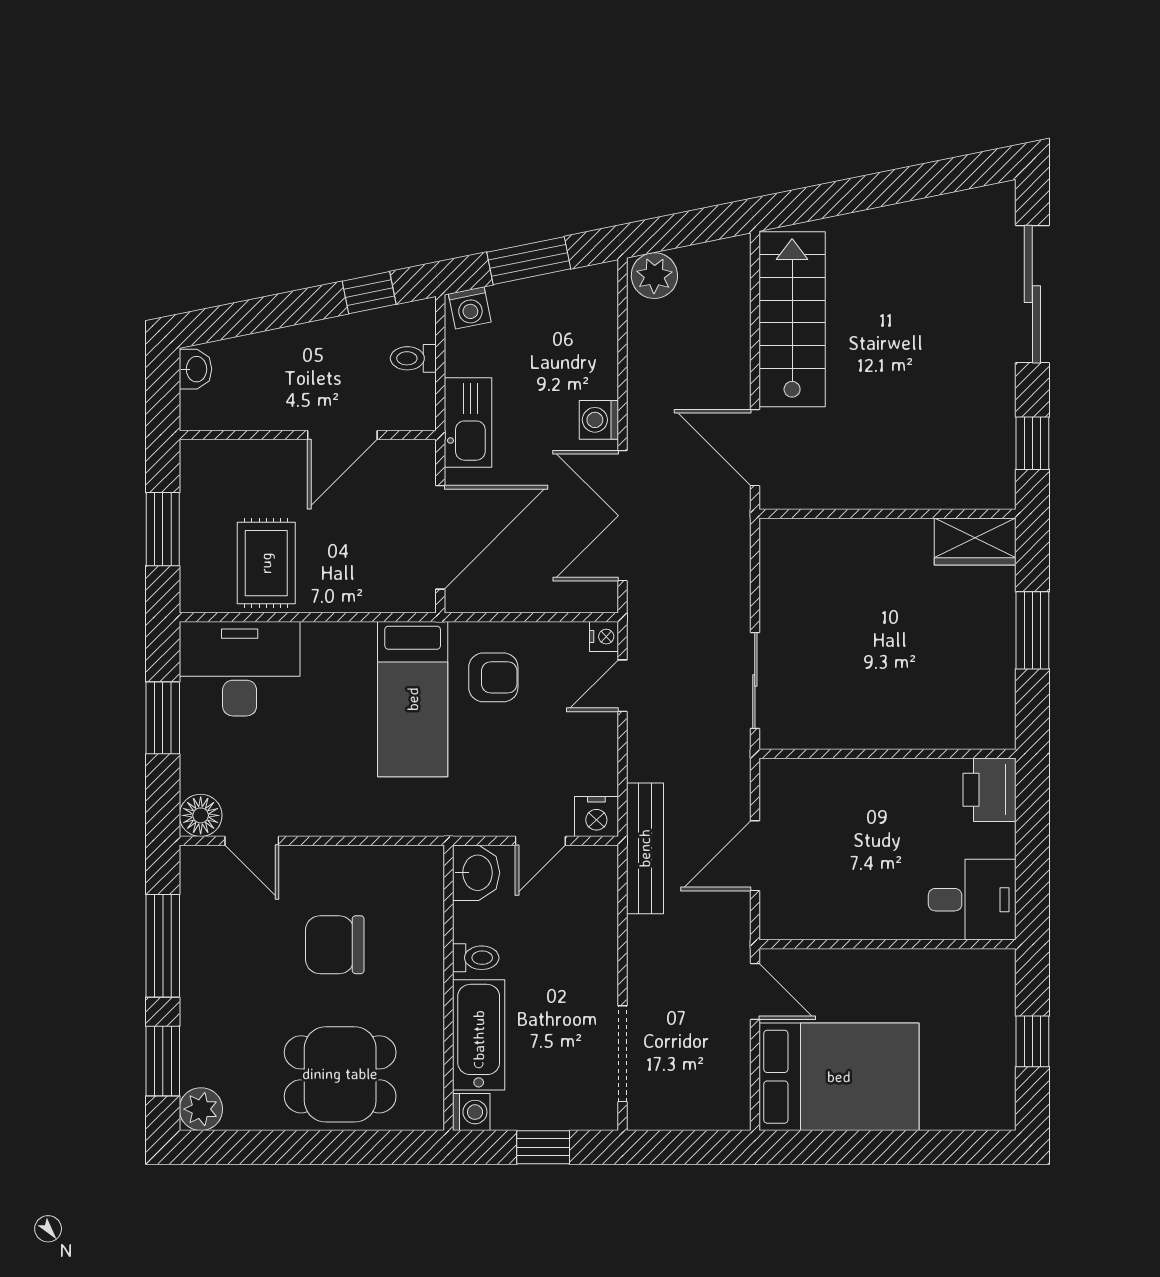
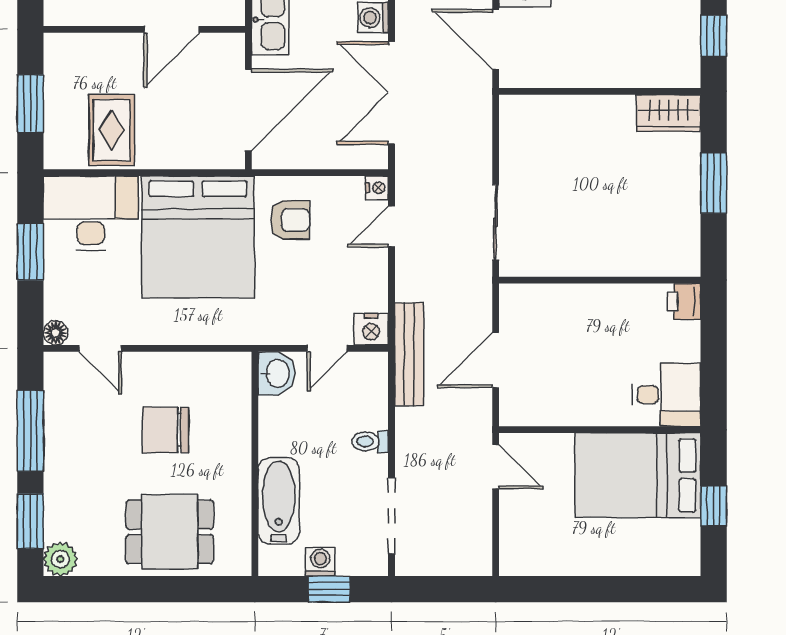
bed: (413, 699) -> (198, 237), width x2.04
printer: (989, 790) -> (684, 302), width x0.73, depth x0.81
floor lamp: (201, 815) -> (56, 333), width x0.73, depth x0.73
toilet: (476, 958) -> (370, 441), moved, turned 180
bed: (839, 1077) -> (638, 475), moved, turned 180
washing machine: (471, 1112) -> (320, 561), moved, turned -90

